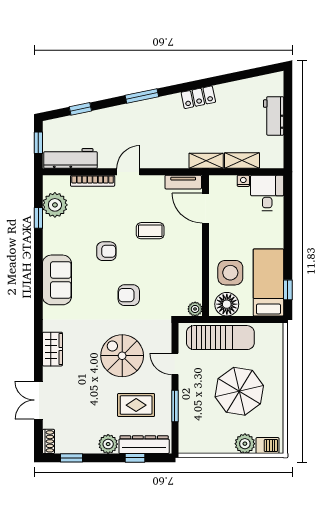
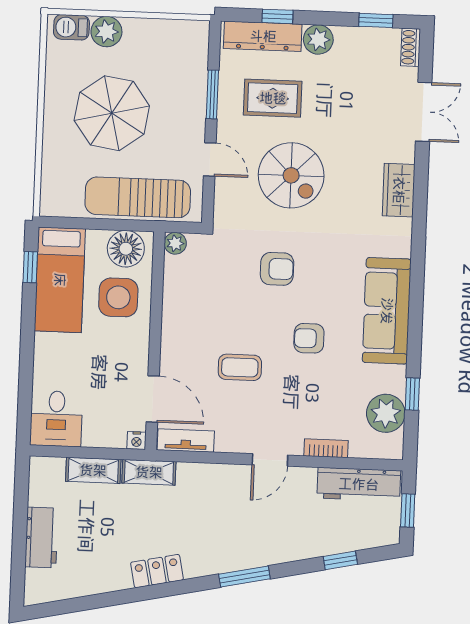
bookcase: (93, 181) -> (326, 448), width x0.64
nightstand: (243, 181) -> (136, 441), moved
sofa: (57, 280) -> (387, 311), width x1.36

